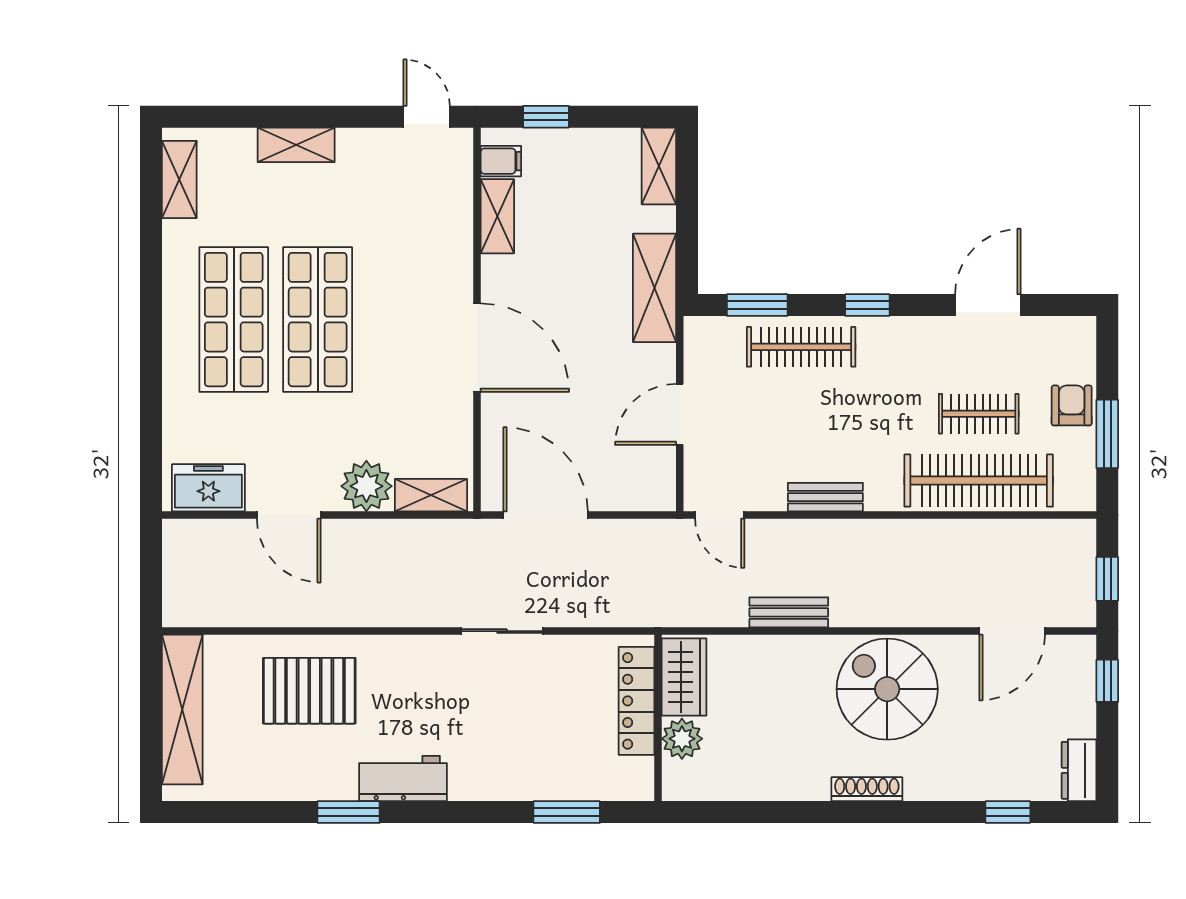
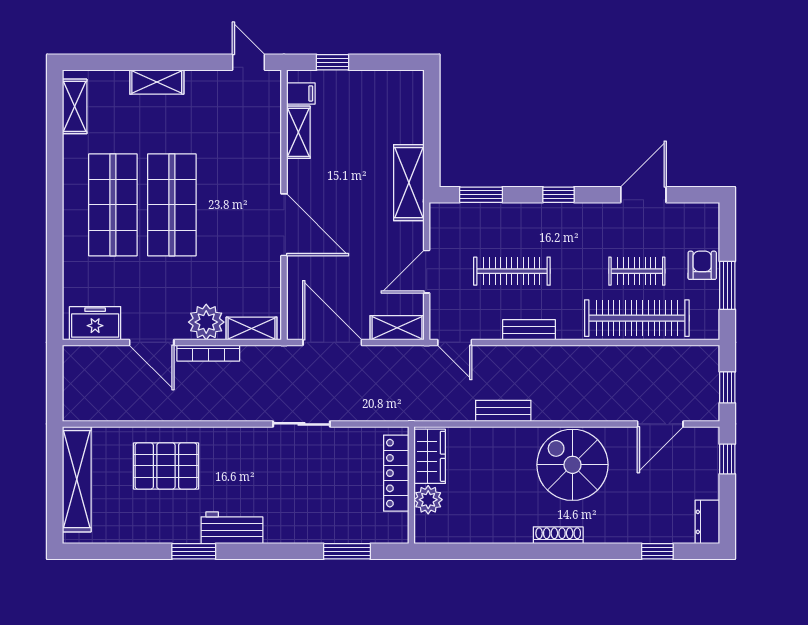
shelving: (659, 166) -> (397, 328), moved, turned 90
clothes rail: (801, 347) -> (512, 271), moved
bookcase: (369, 530) -> (208, 353), added

